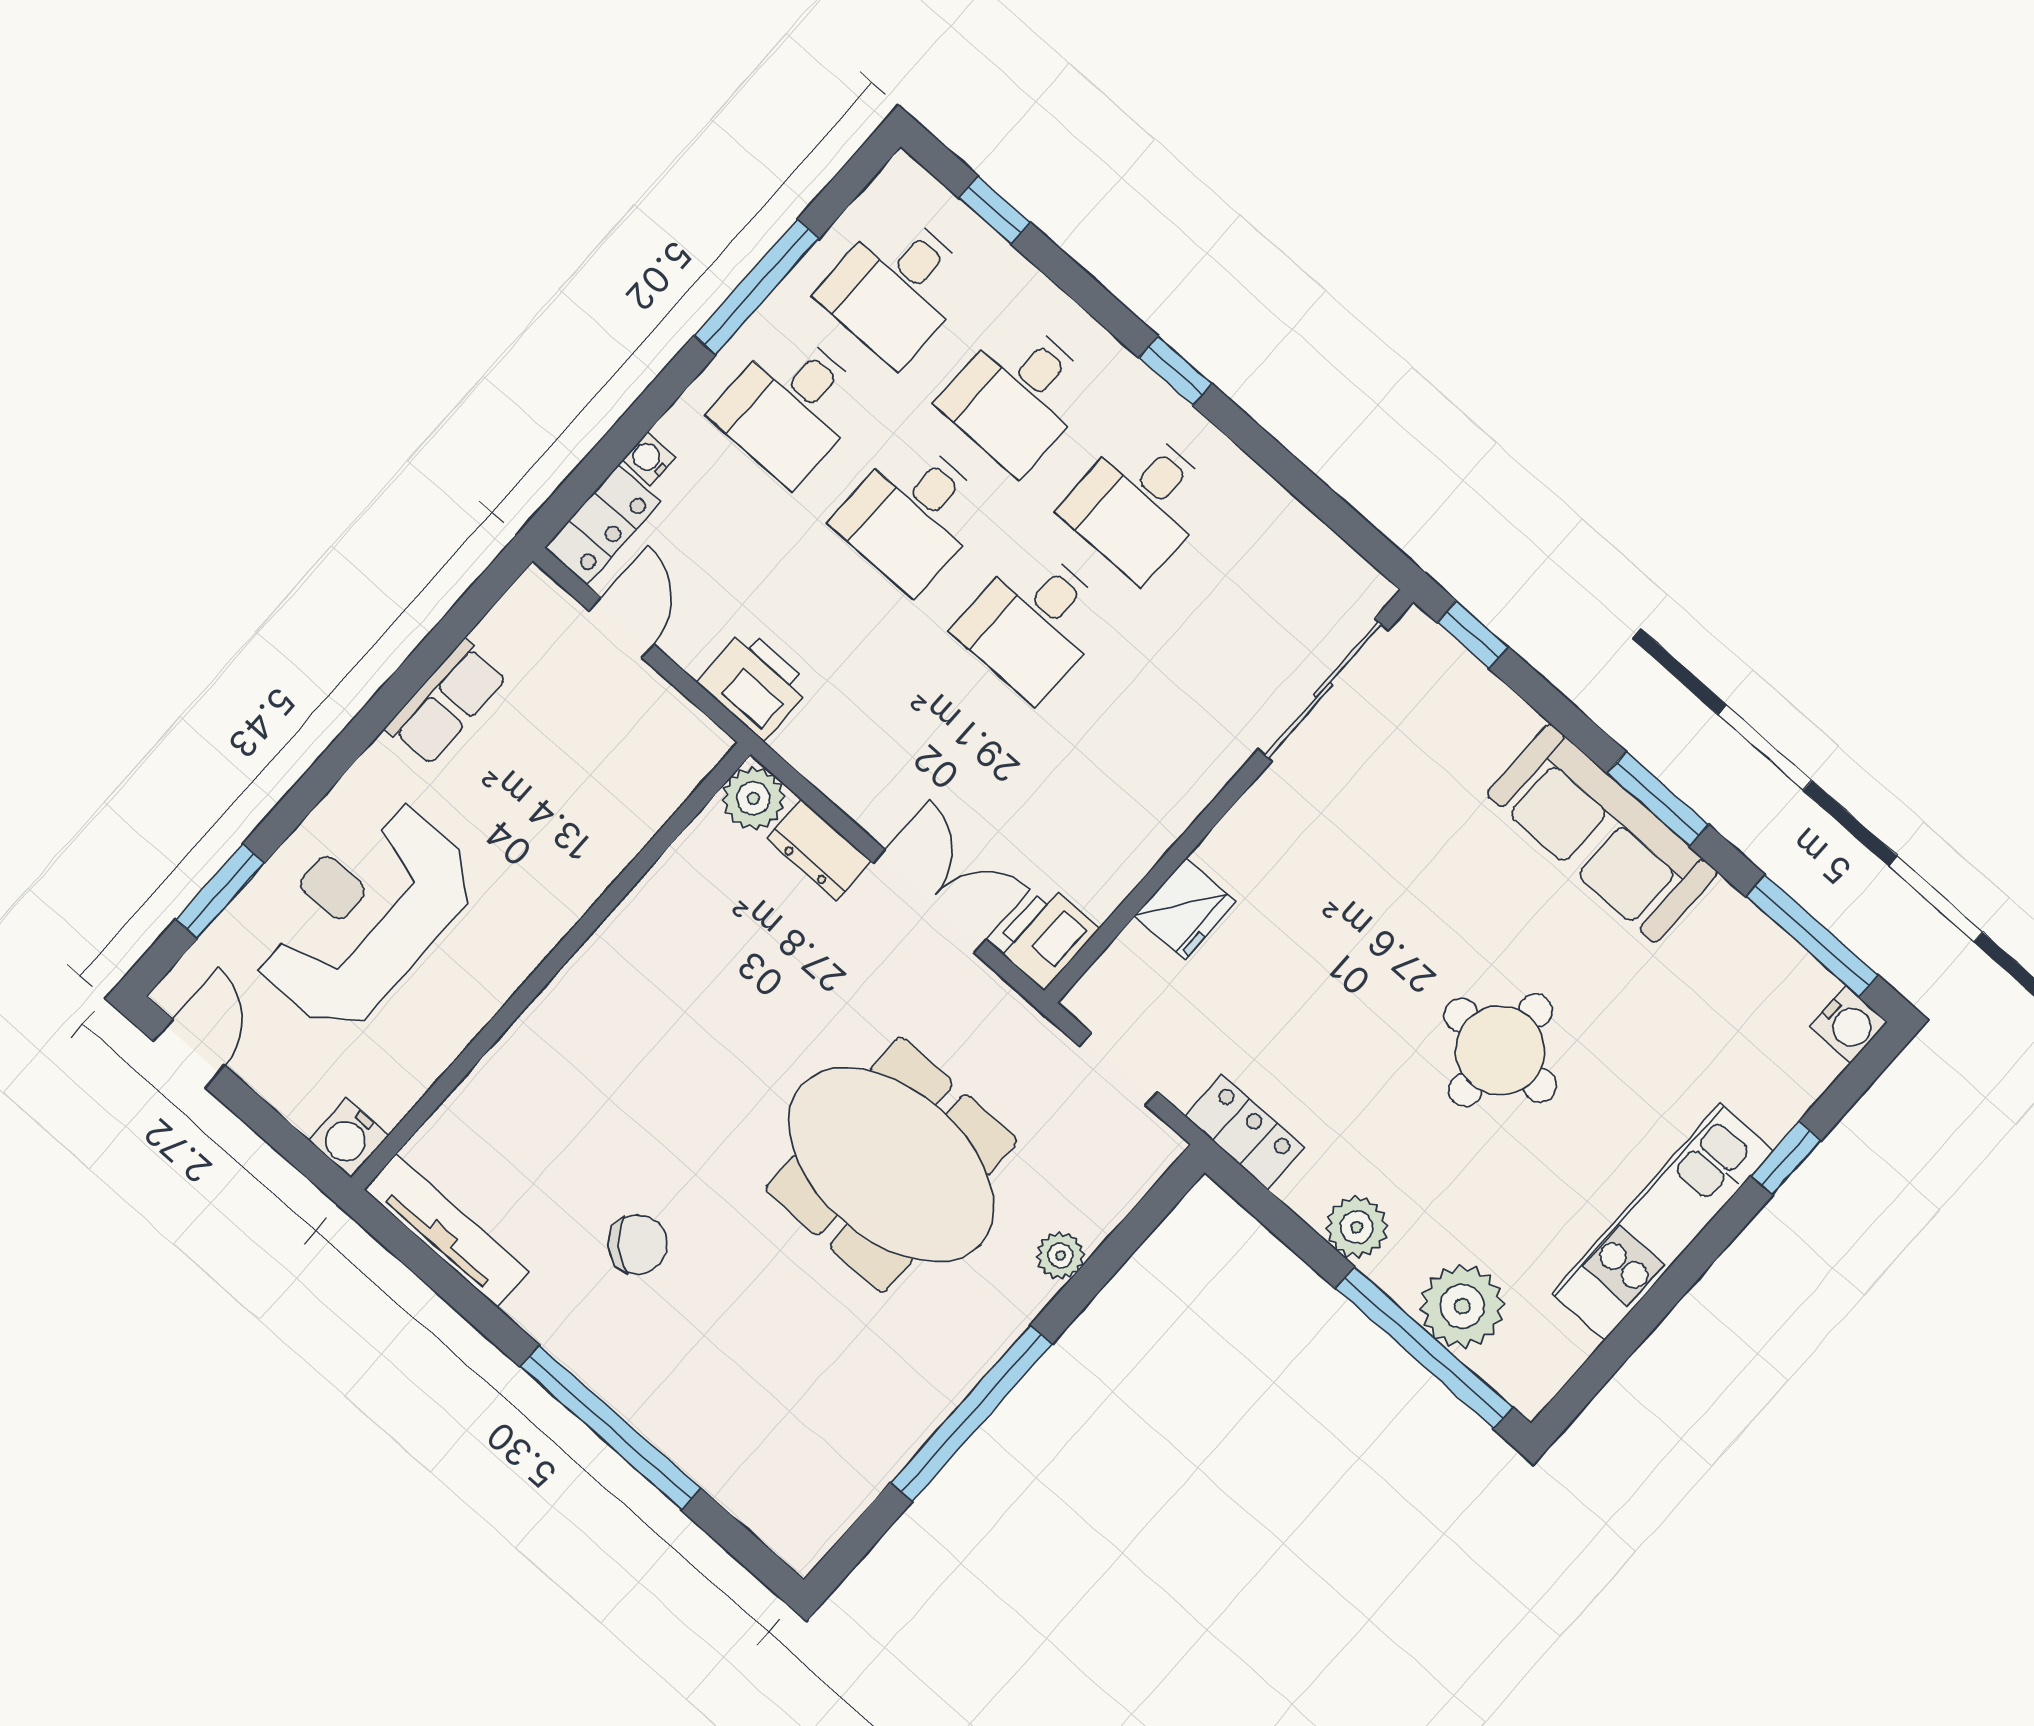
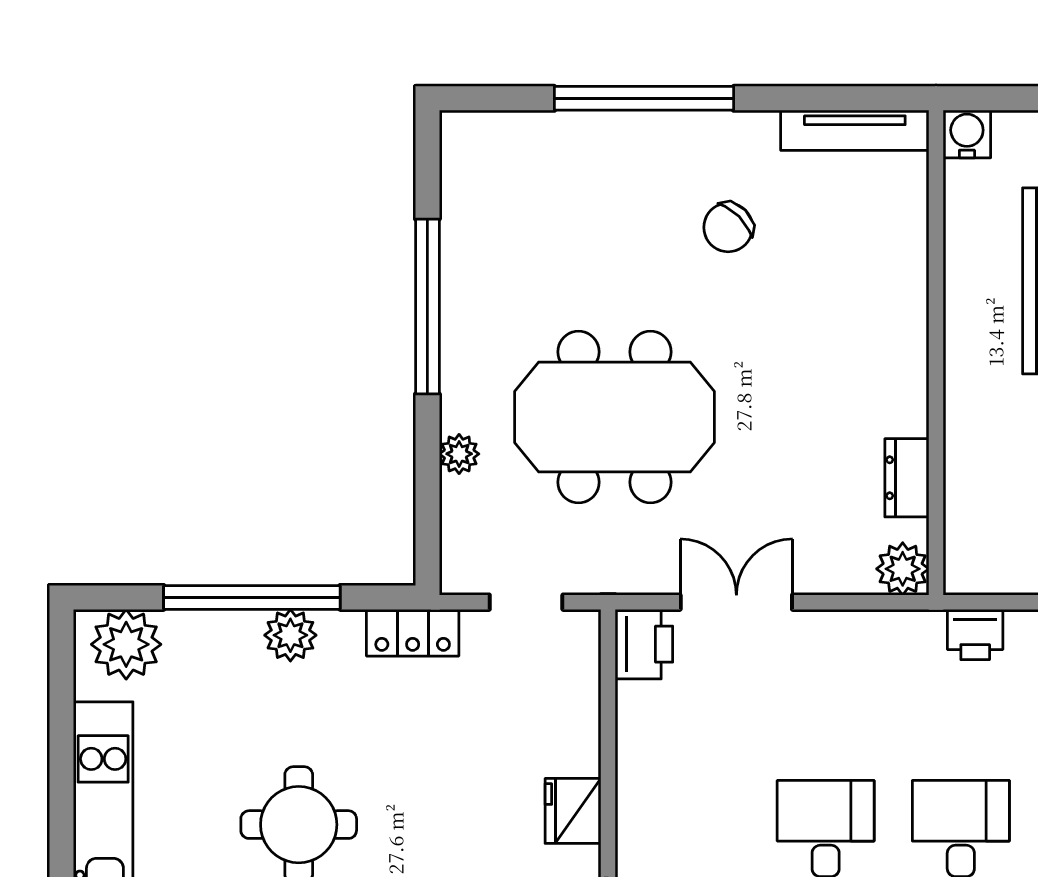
printer: (754, 684) -> (975, 634), width x0.73, depth x0.81
dresser: (819, 850) -> (907, 478), moved, turned -90
double door: (929, 901) -> (736, 602), swing flipped
fridge: (1185, 909) -> (573, 811), moved
plant: (1462, 1306) -> (126, 644), moved
window: (1424, 1348) -> (252, 597), moved

